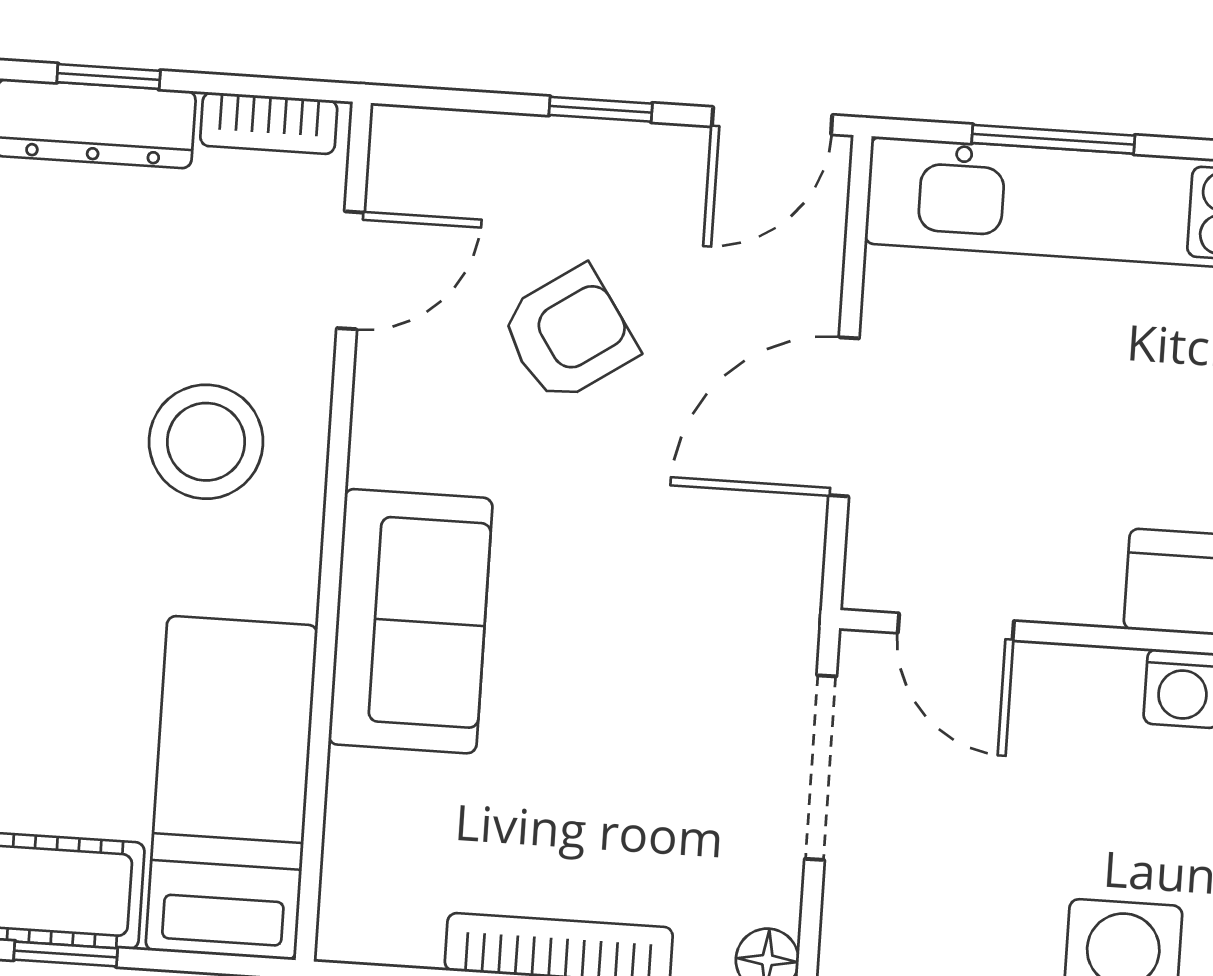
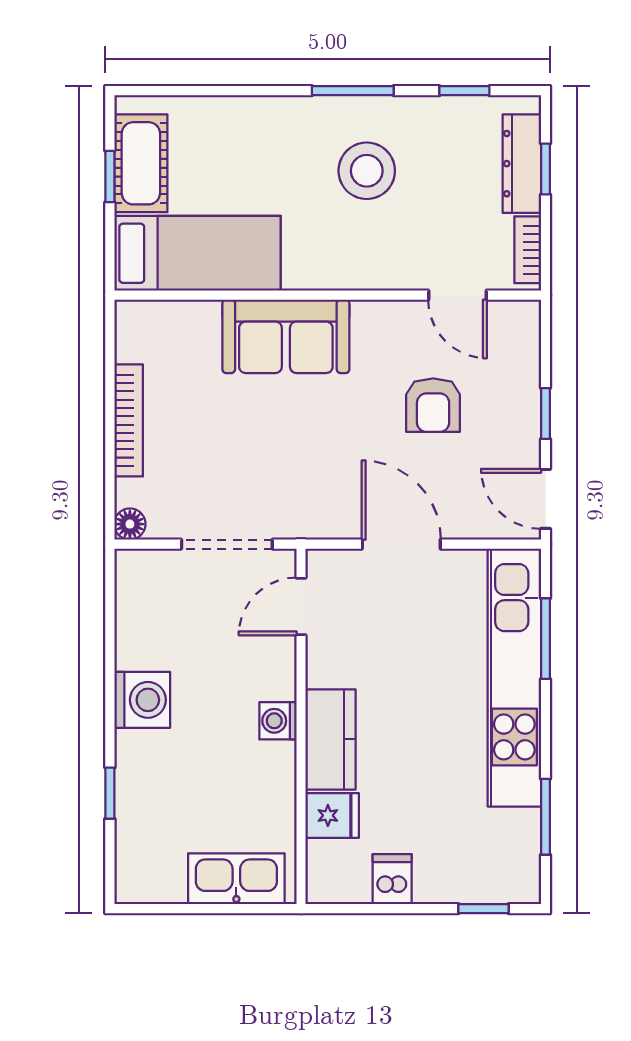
armchair: (569, 334) -> (433, 405), turned 34
stool: (206, 442) -> (367, 171), moved

